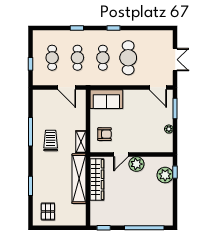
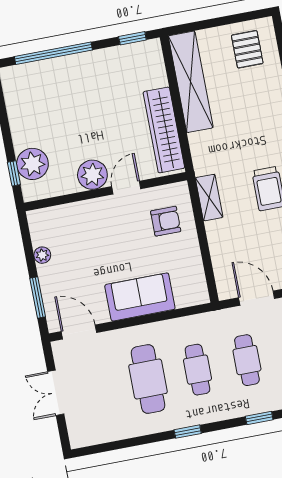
sofa: (106, 99) -> (140, 297), moved
armchair: (105, 134) -> (166, 221), turned 180
shelving: (79, 179) -> (191, 82), moved

